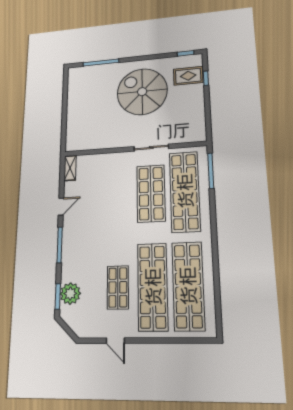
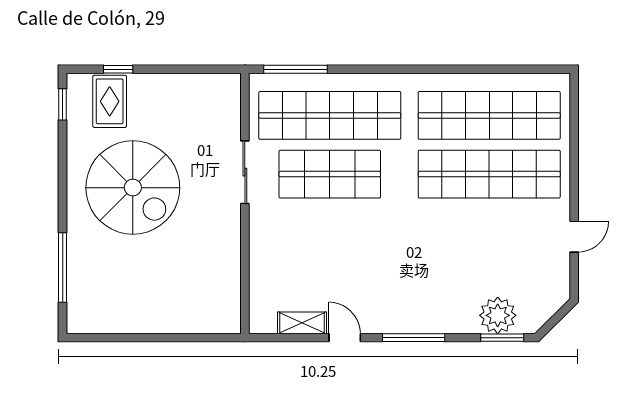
spiral stairs: (142, 92) -> (133, 188), turned -90
shelving: (70, 168) -> (302, 323), moved
shop shelf: (118, 287) -> (489, 233), removed

